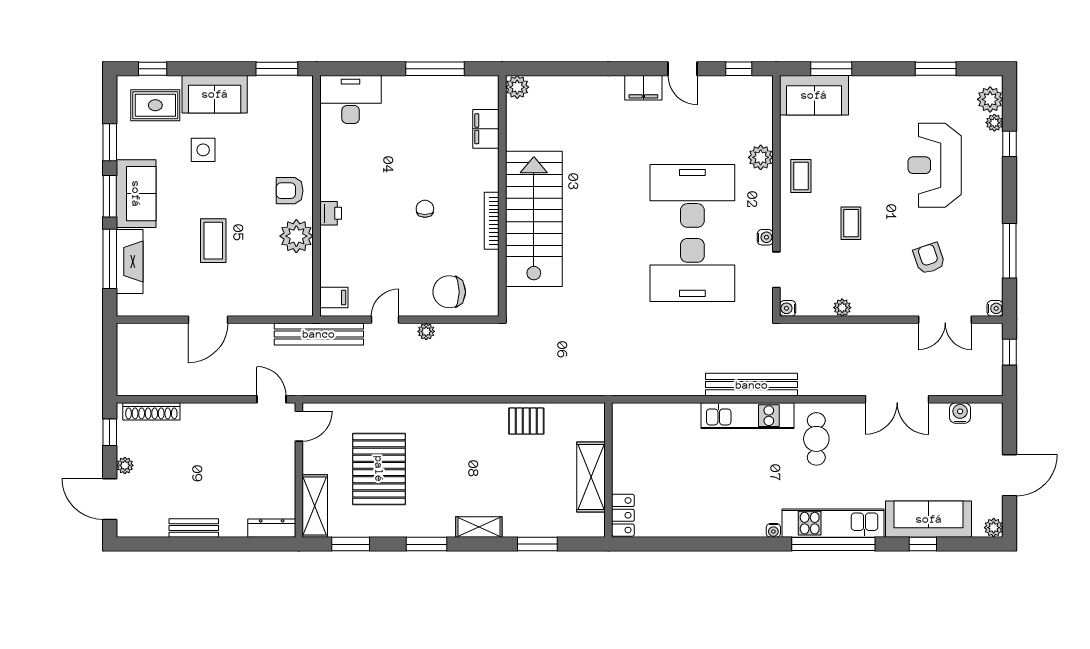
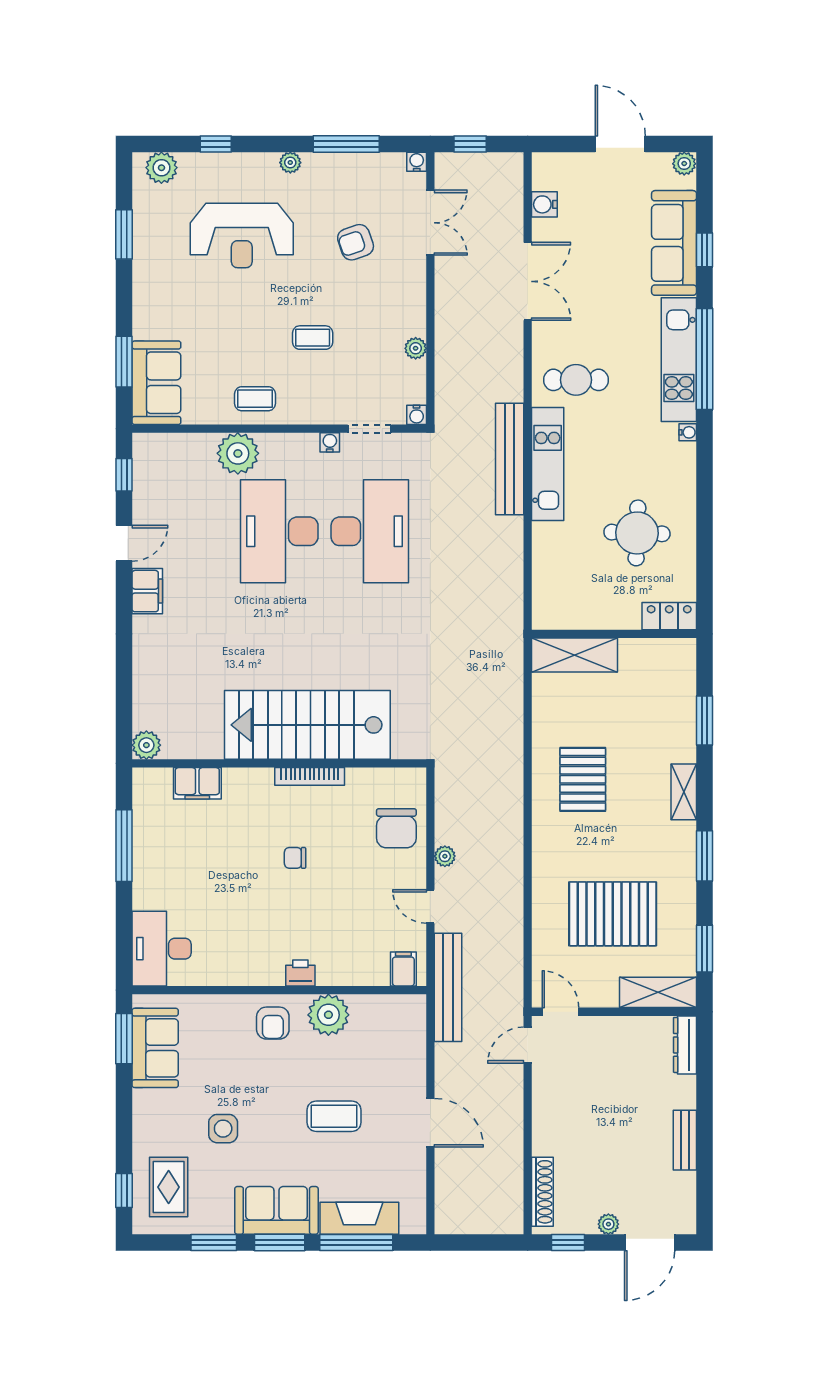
sofa: (215, 94) -> (155, 1048), moved
plant: (994, 123) -> (290, 163), moved
plant: (761, 157) -> (238, 453), width x1.36, depth x1.36
pallet: (526, 421) -> (583, 779), moved, width x1.50, depth x1.42
shelving: (591, 477) -> (575, 655), moved
round table: (691, 489) -> (637, 533), added

